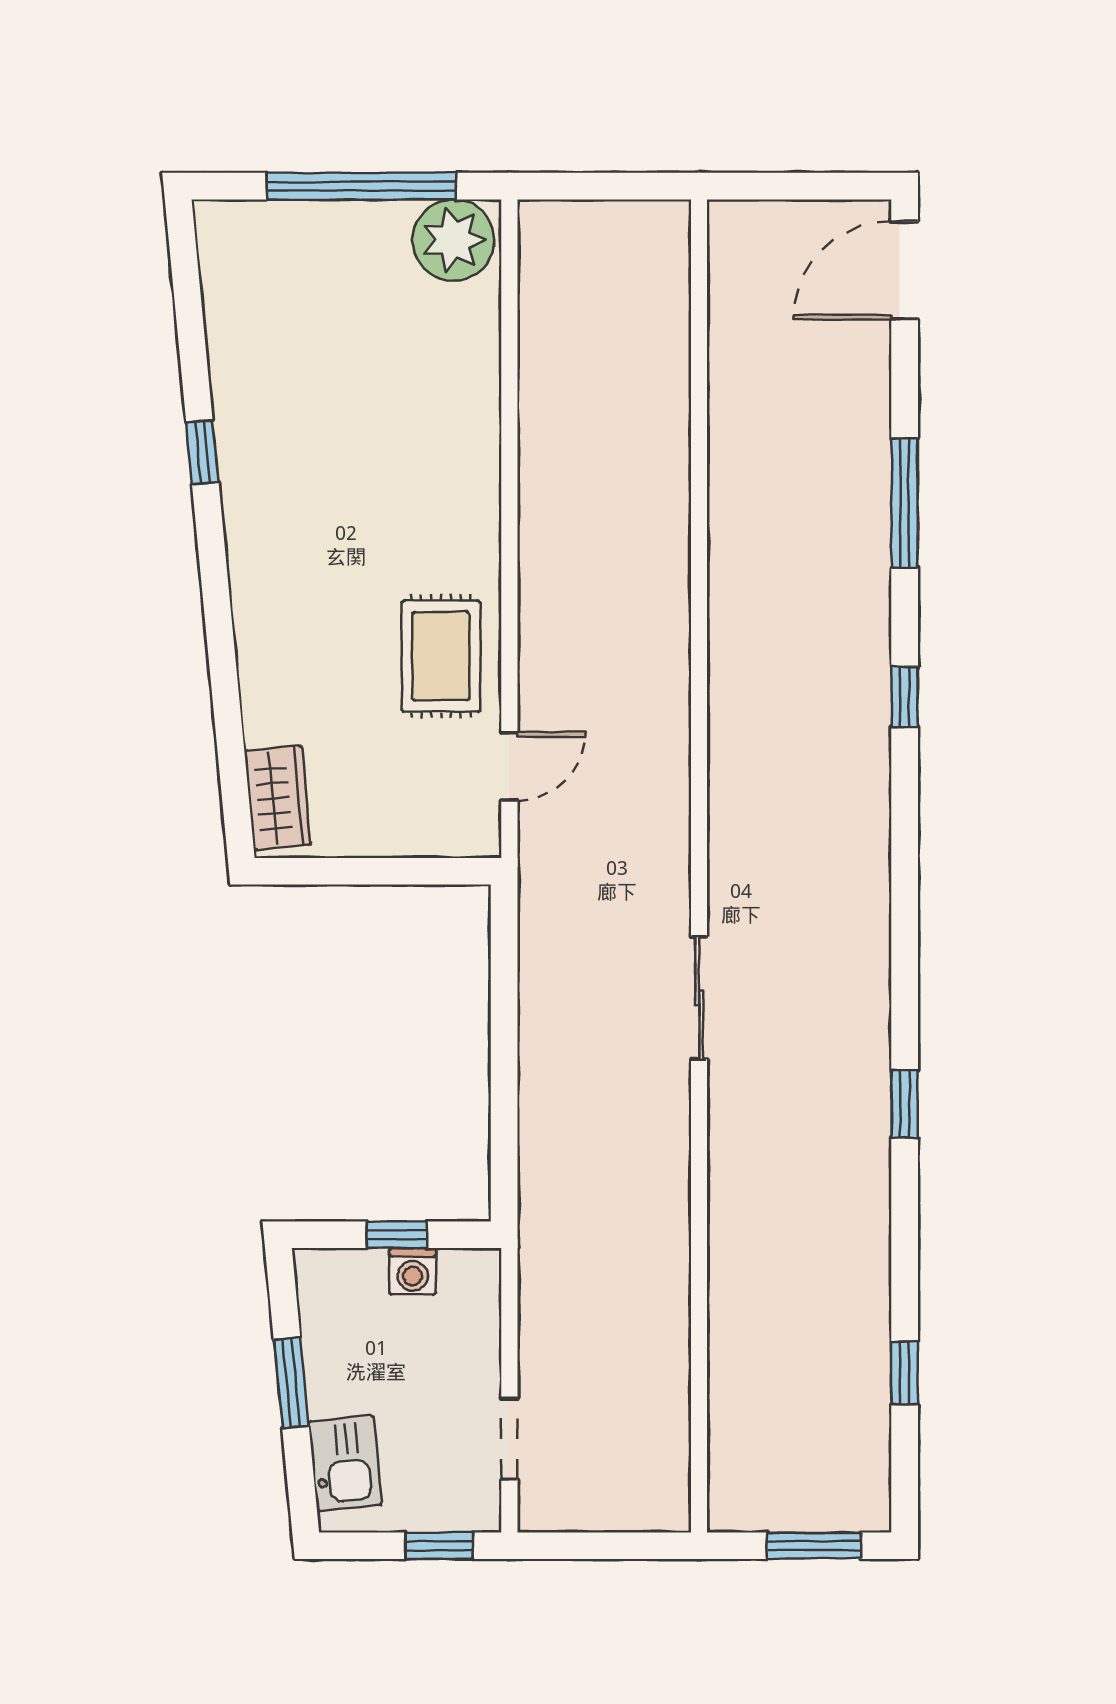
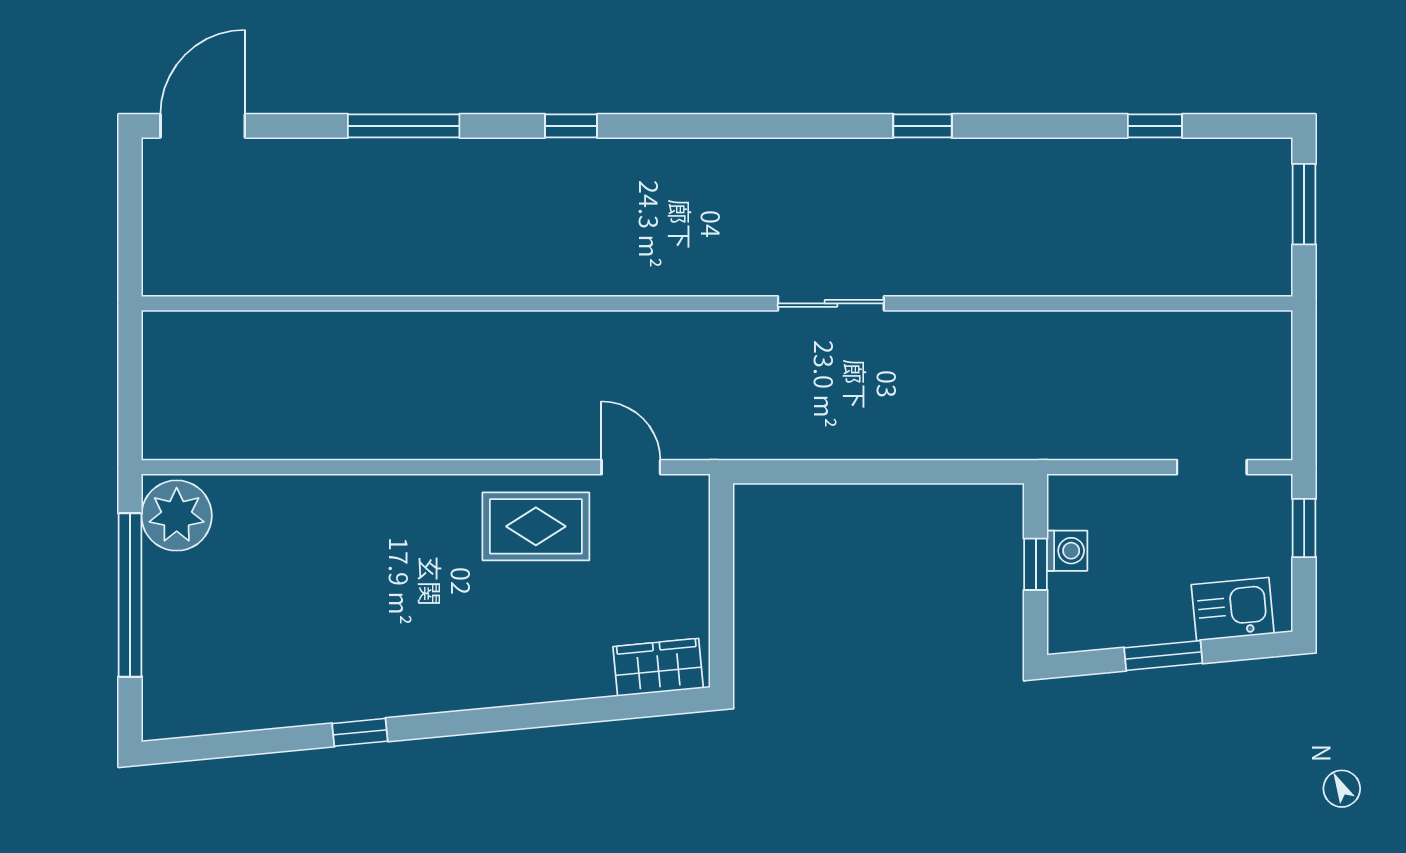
door: (905, 270) -> (203, 126), swing flipped

